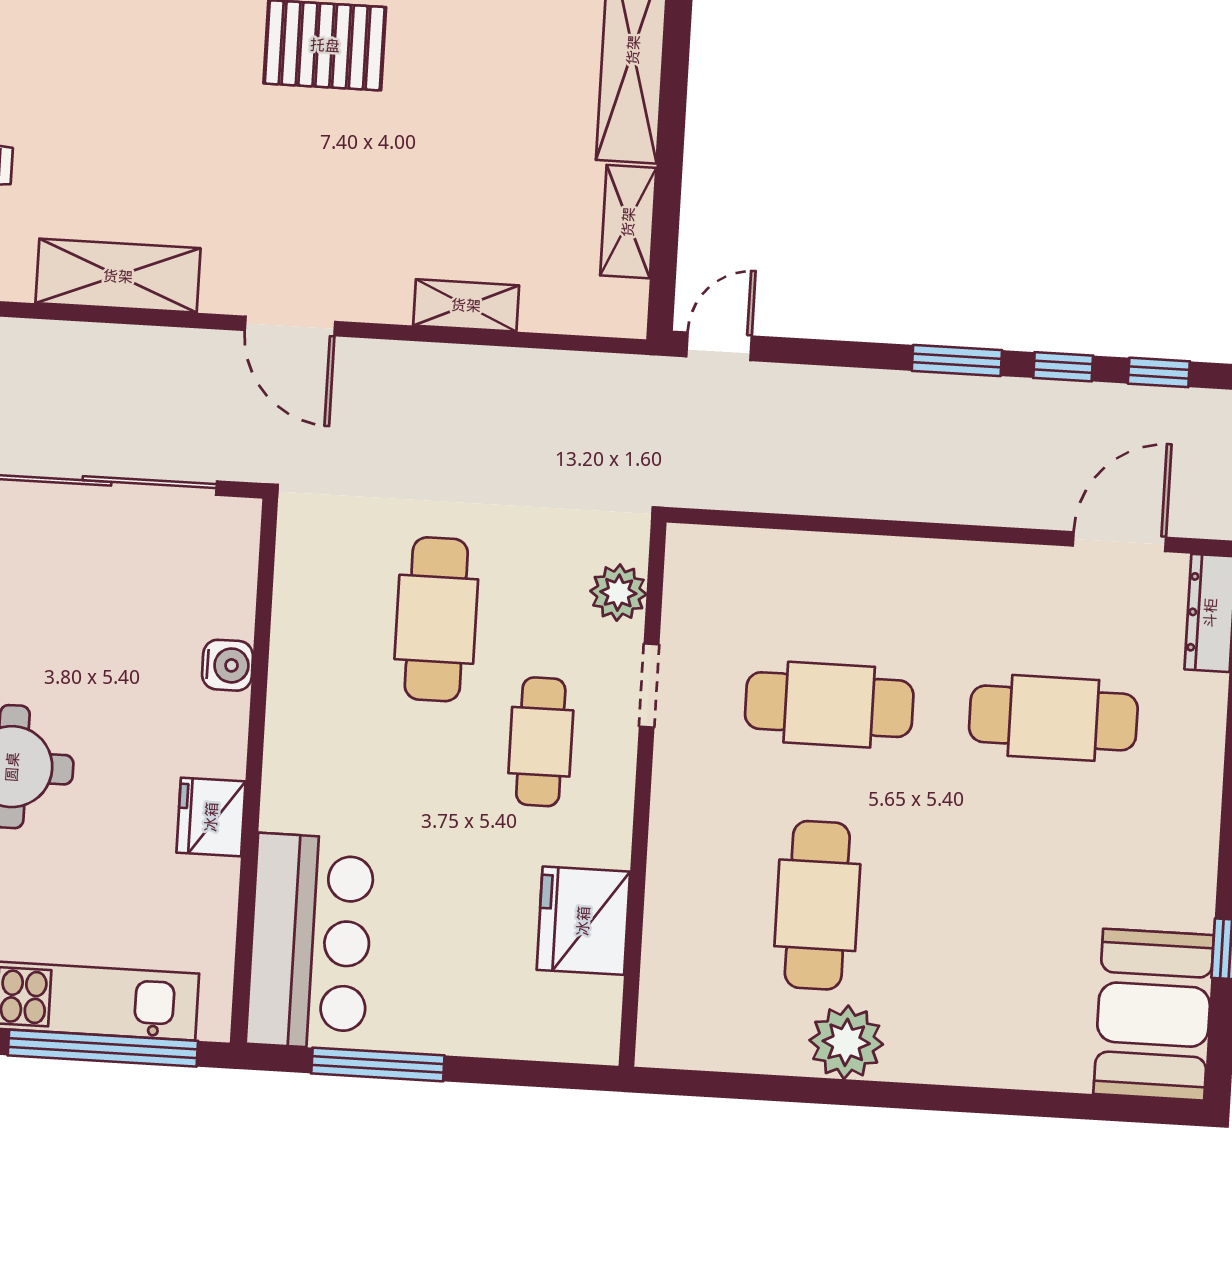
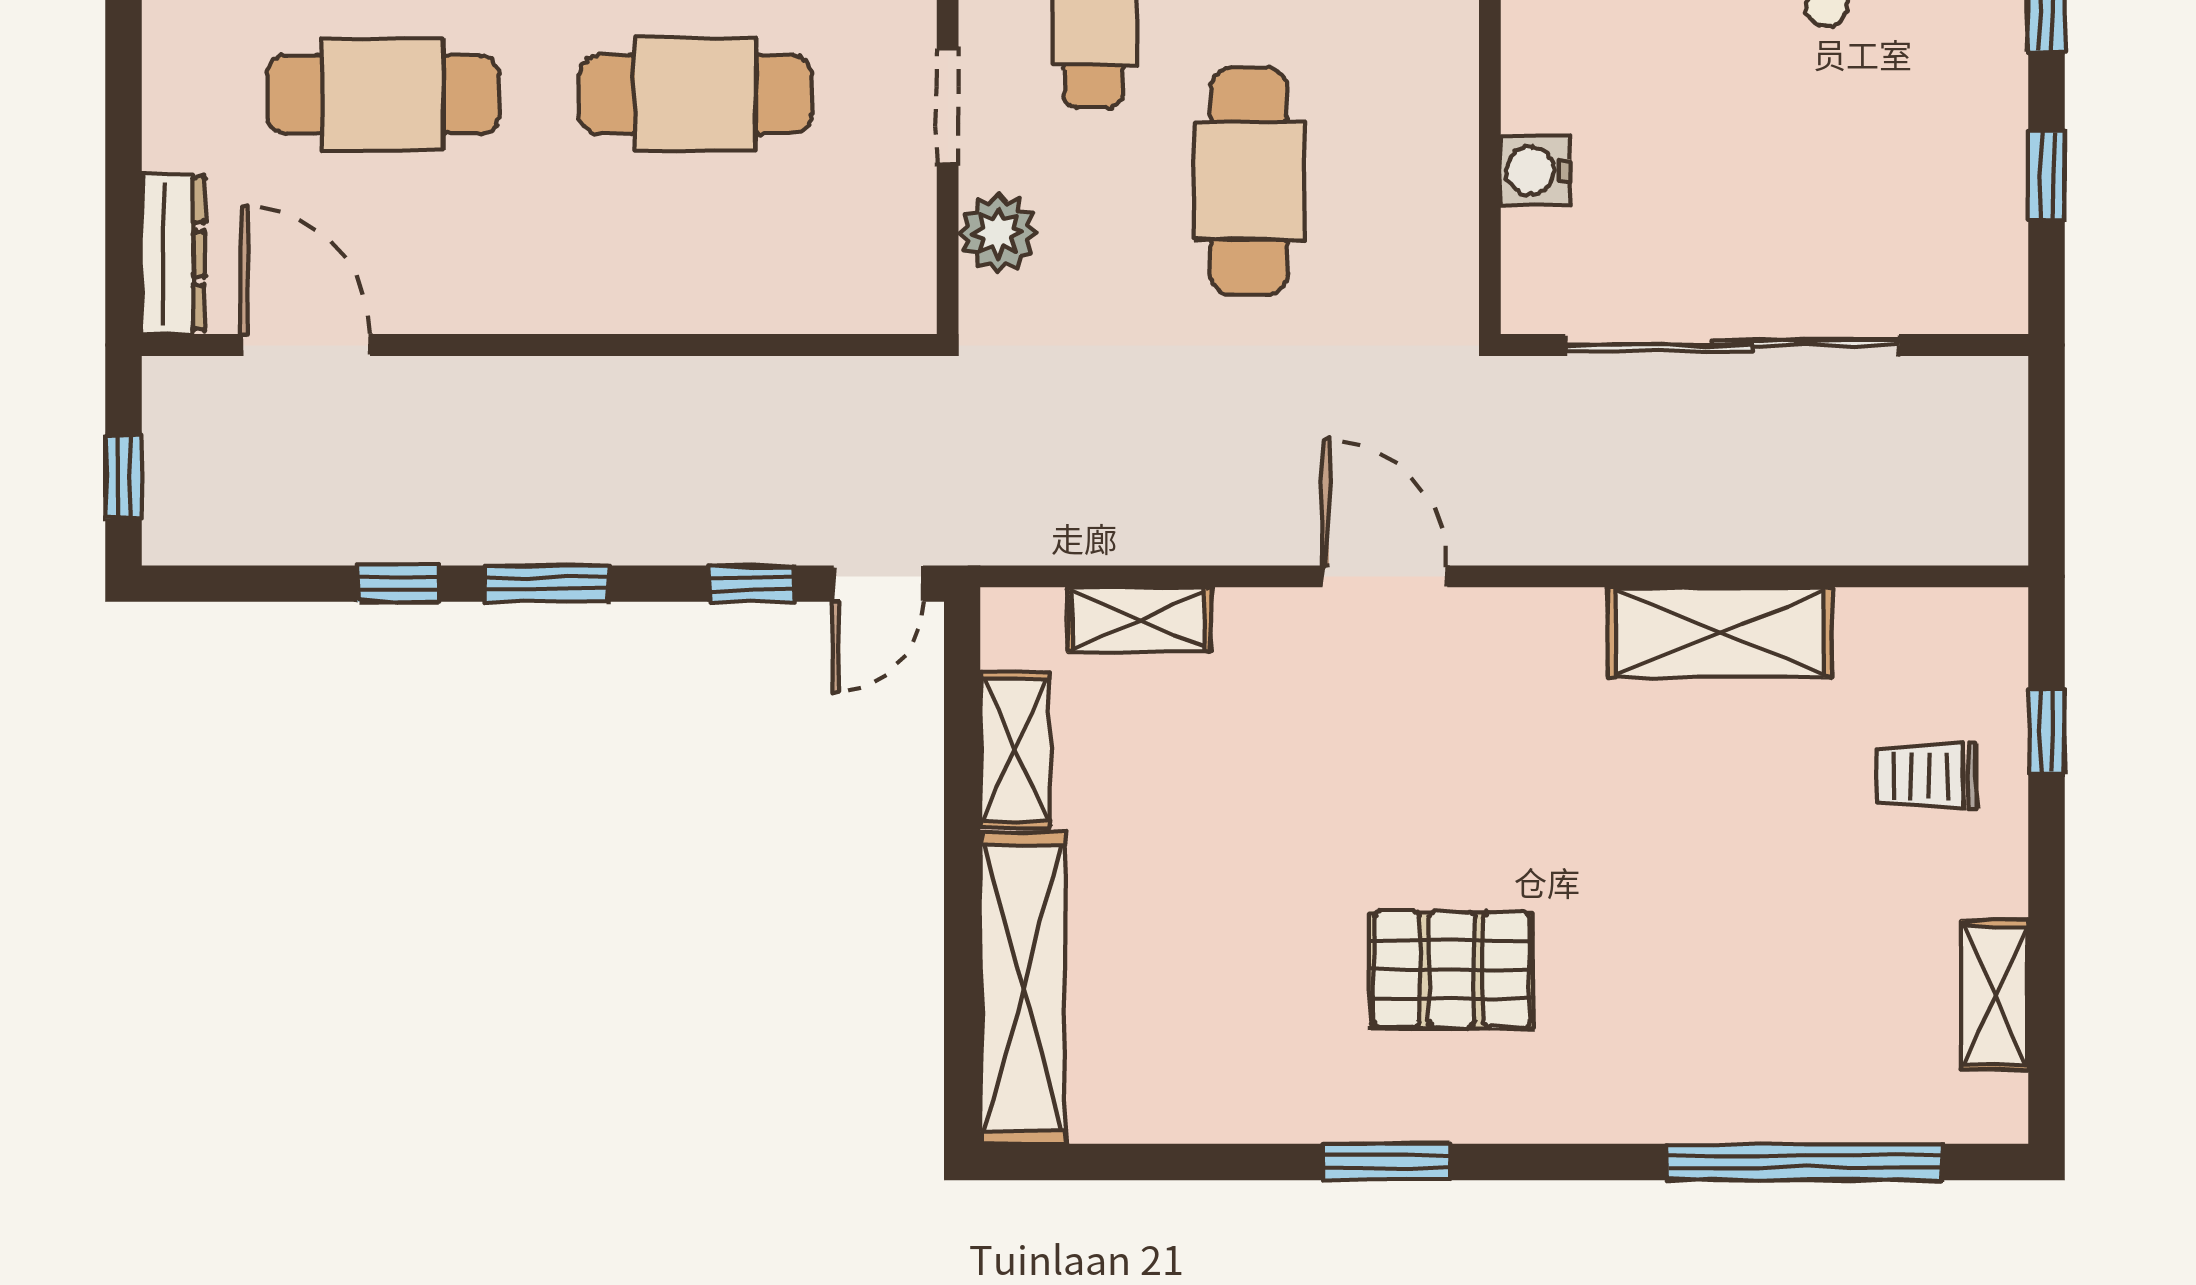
shelving: (466, 305) -> (1139, 620), moved
door: (290, 326) -> (1385, 576), moved
window: (1159, 372) -> (752, 584), moved
door: (1119, 542) -> (306, 345), swing flipped
water cooler: (228, 665) -> (1535, 170), moved

